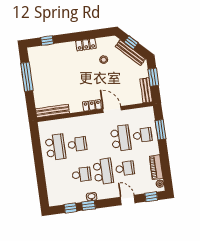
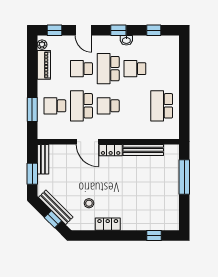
window: (27, 77) -> (184, 177), moved
bench: (52, 111) -> (143, 150), moved
school desk: (77, 144) -> (108, 106), moved
window: (89, 205) -> (118, 30), moved

